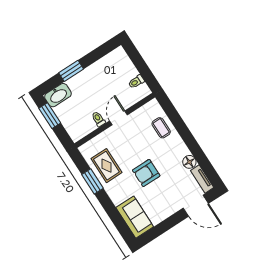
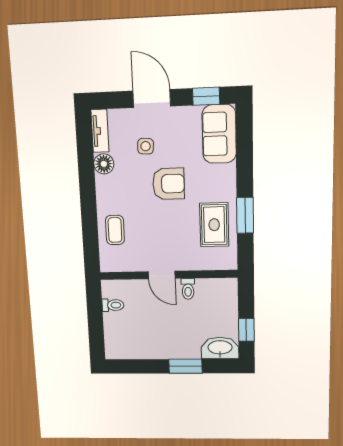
window: (50, 116) -> (246, 330), width x0.67
door: (119, 118) -> (162, 275), hinge flipped
side table: (172, 186) -> (146, 146), added
door: (196, 206) -> (152, 98), moved
window: (154, 233) -> (206, 96), added

